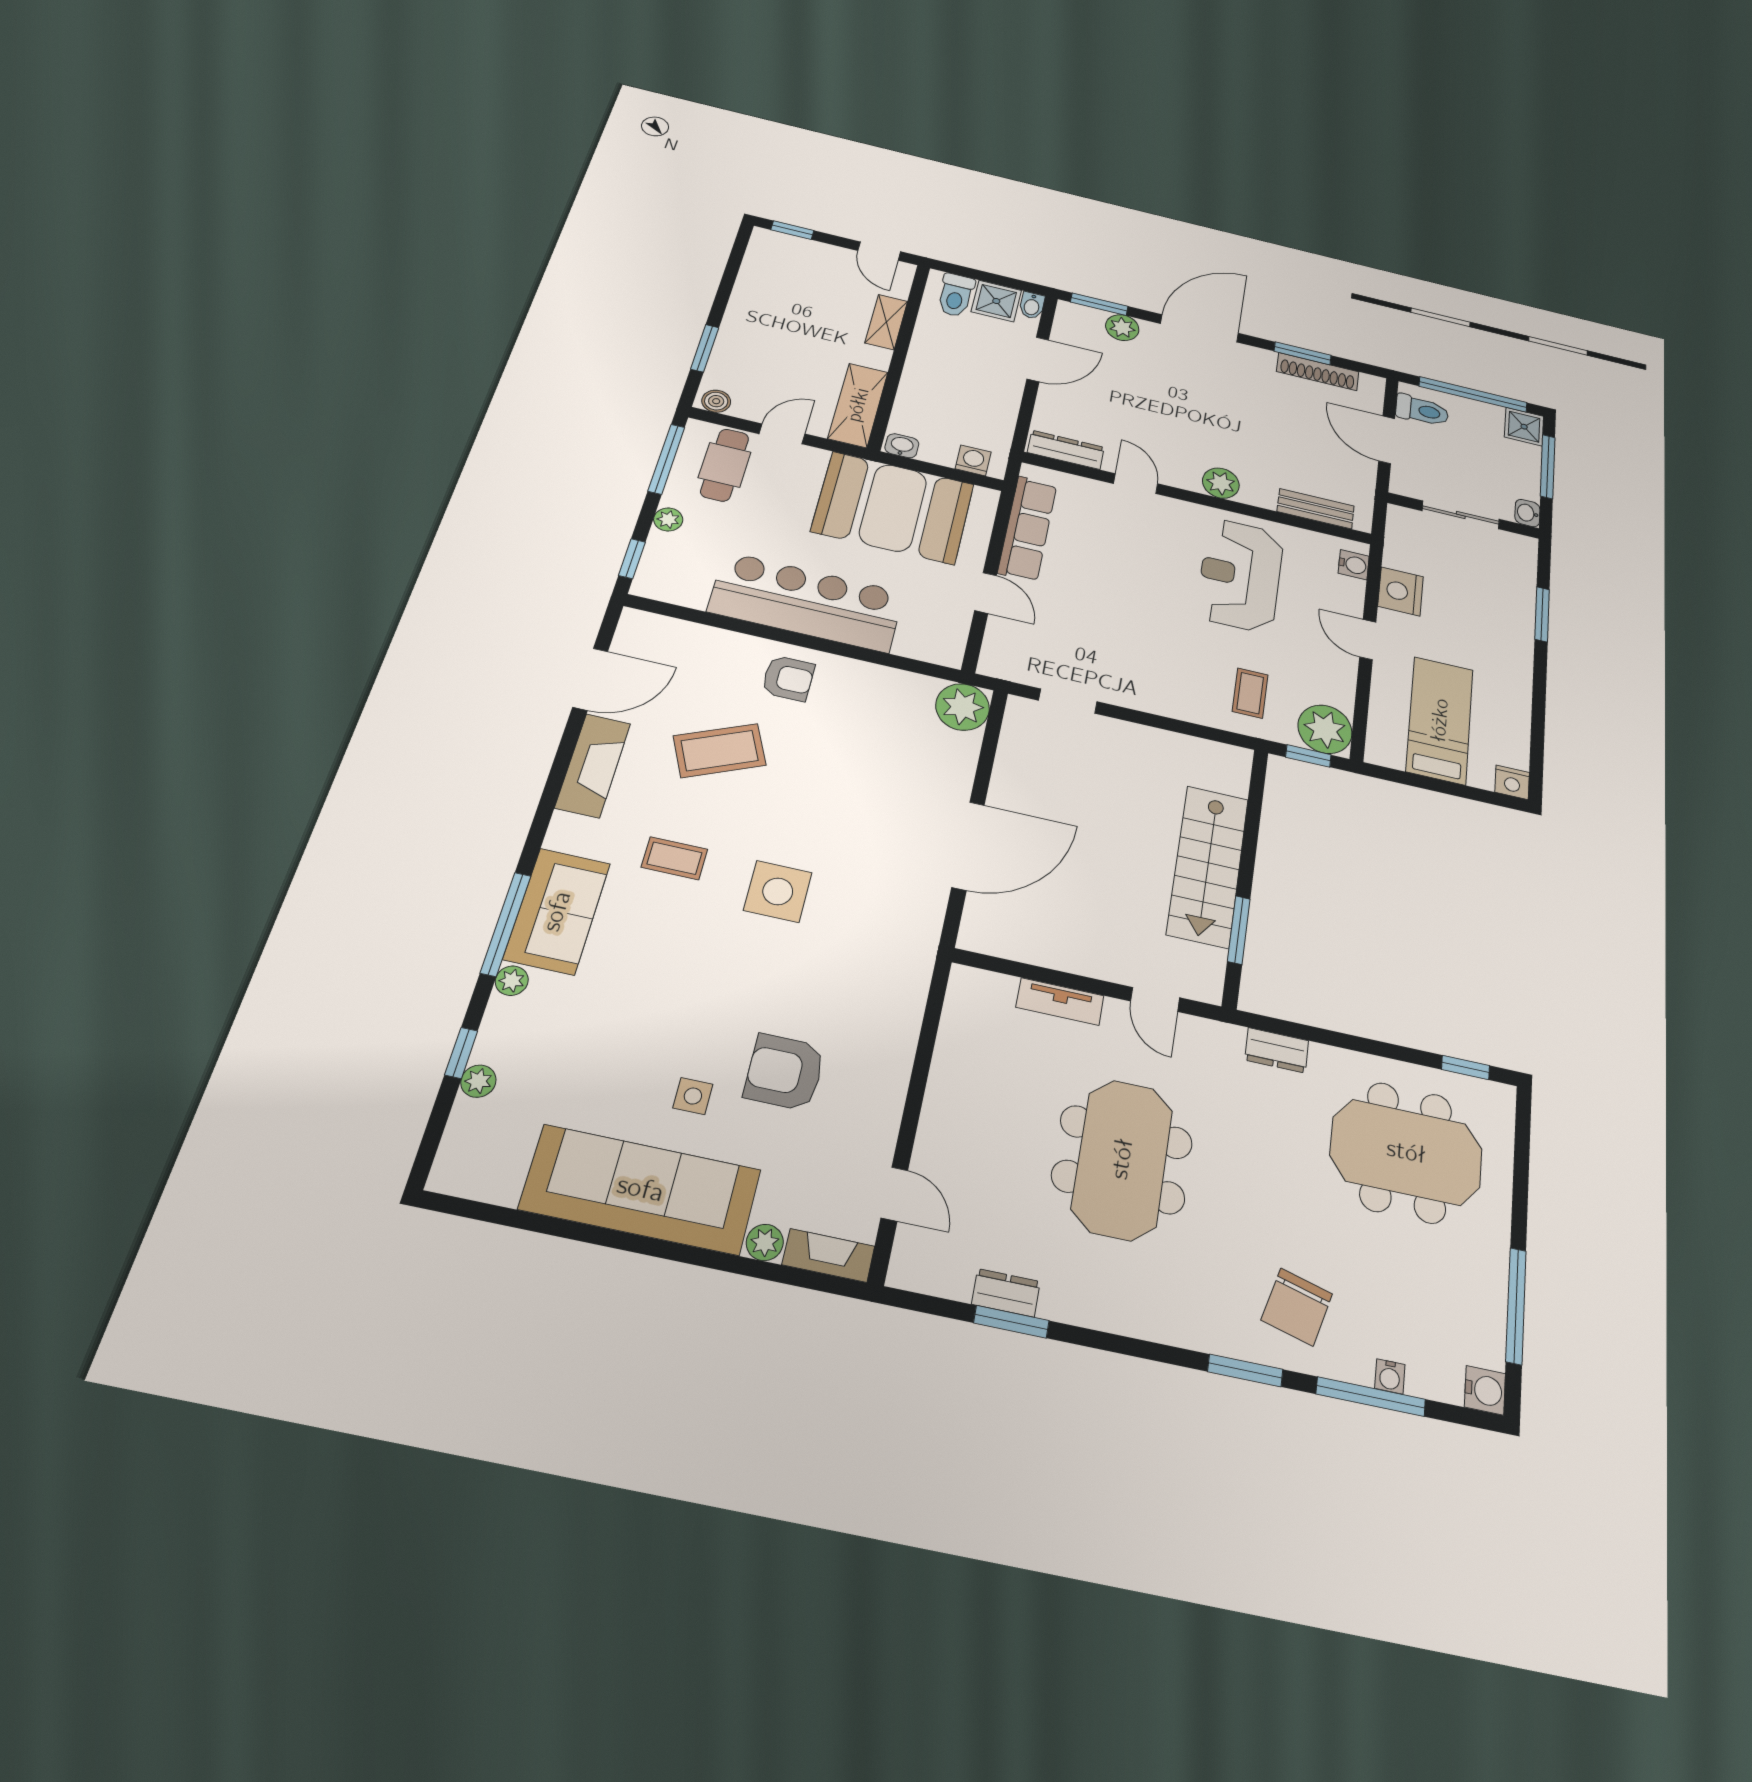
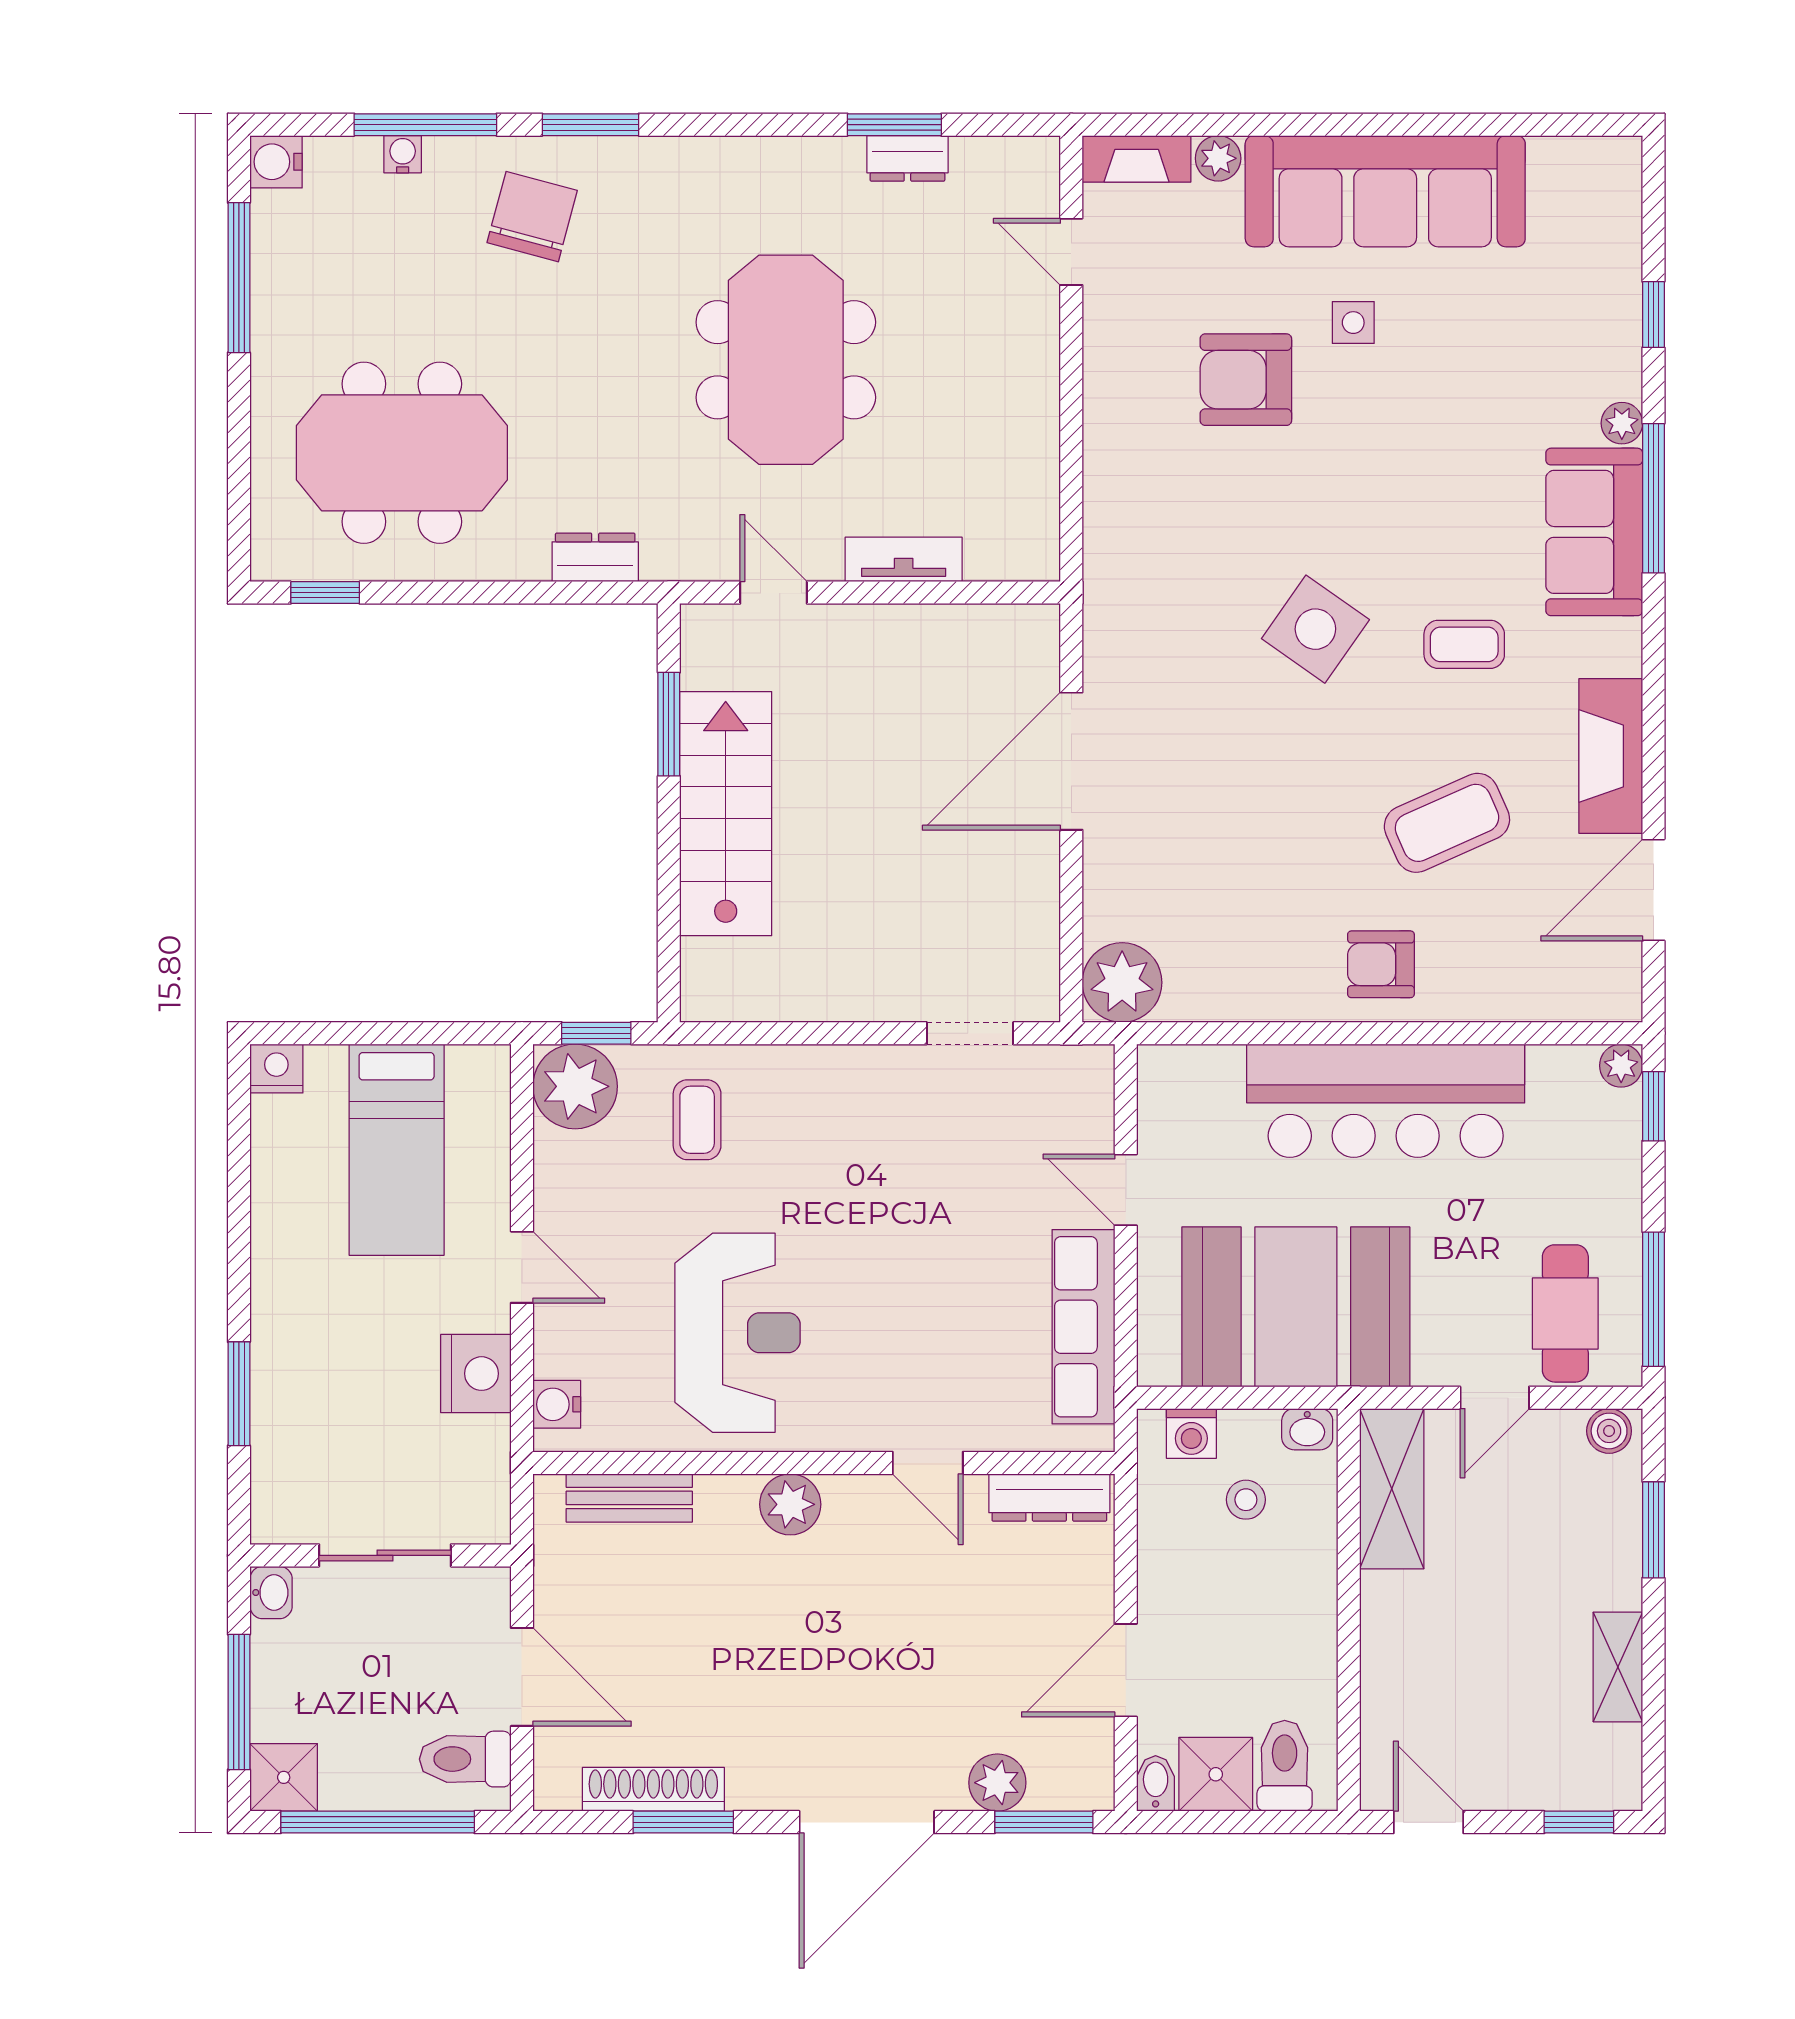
shelving: (886, 322) -> (1618, 1667), moved
stool: (948, 421) -> (1246, 1500), added
plant: (668, 519) -> (1621, 1066), moved
side table: (778, 891) -> (1315, 629), turned 35
armchair: (785, 1072) -> (1246, 380), turned 180
plant: (478, 1081) -> (1621, 283), removed

